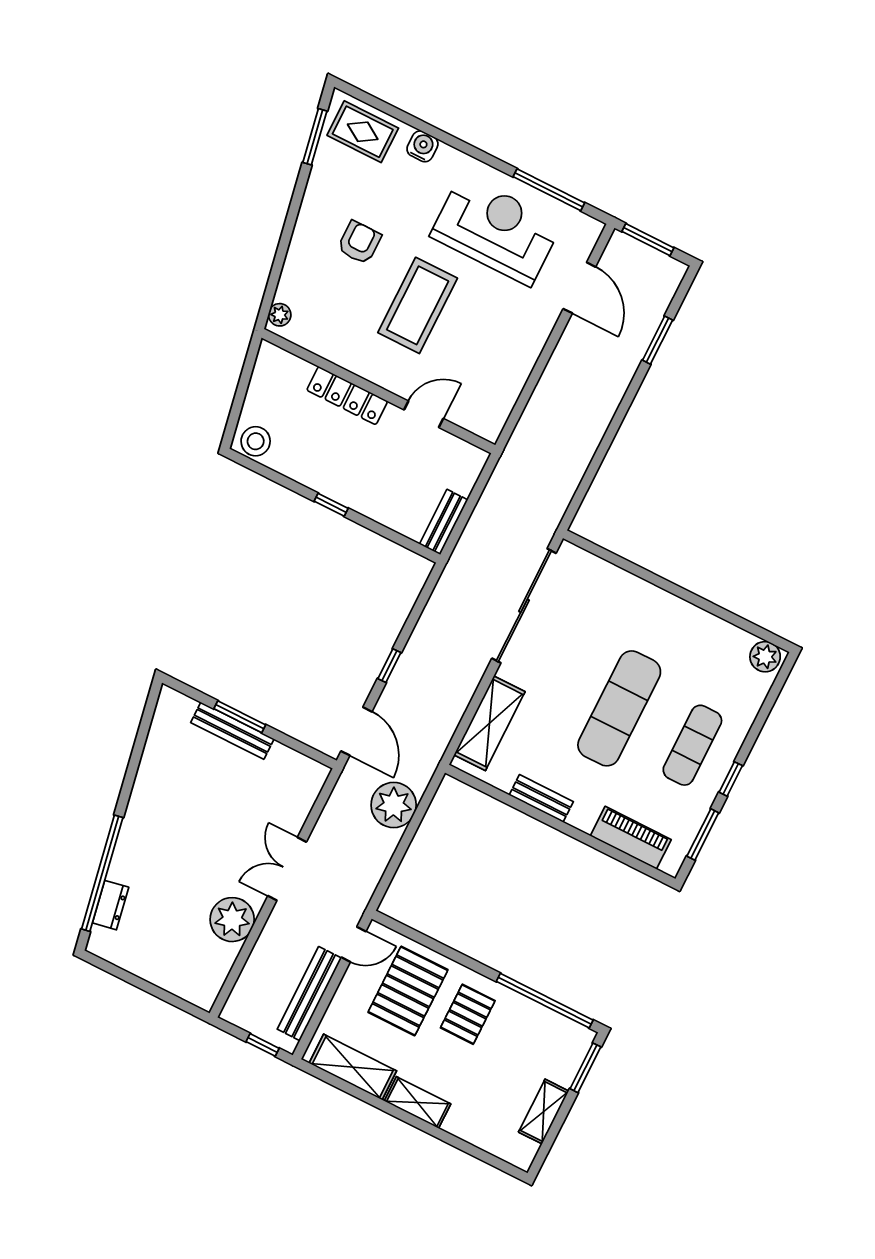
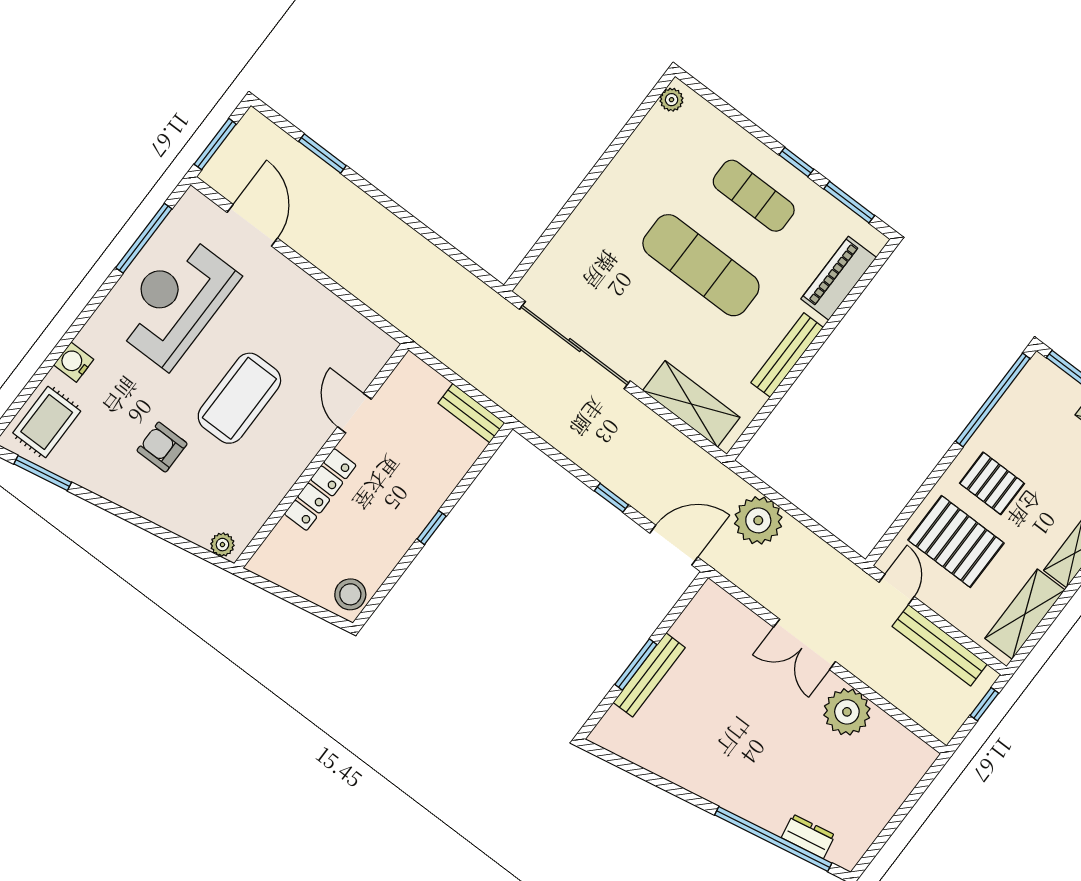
door: (579, 288) -> (252, 225), hinge flipped
coffee table: (418, 305) -> (239, 398), turned 90
plant: (765, 657) -> (672, 100), width x0.73, depth x0.73
bench: (541, 798) -> (787, 355), width x1.36

